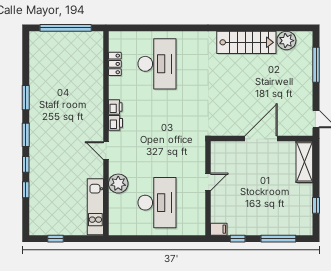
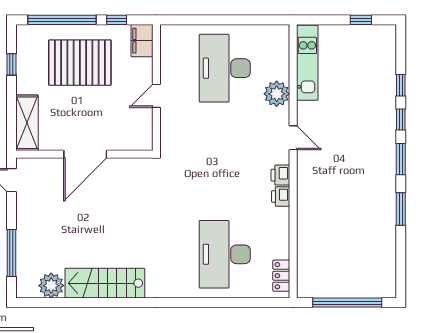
locker: (115, 64) -> (281, 276), moved
pallet: (265, 207) -> (80, 63), added
filing cabinet: (219, 229) -> (142, 41), width x2.00
window: (278, 239) -> (62, 20), width x1.46

